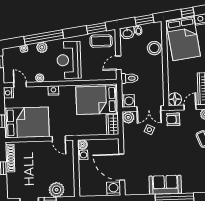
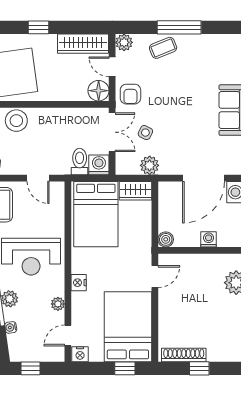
toilet: (129, 78) -> (80, 162), moved
plant: (128, 117) -> (150, 165), moved
washing machine: (83, 155) -> (209, 239), moved

